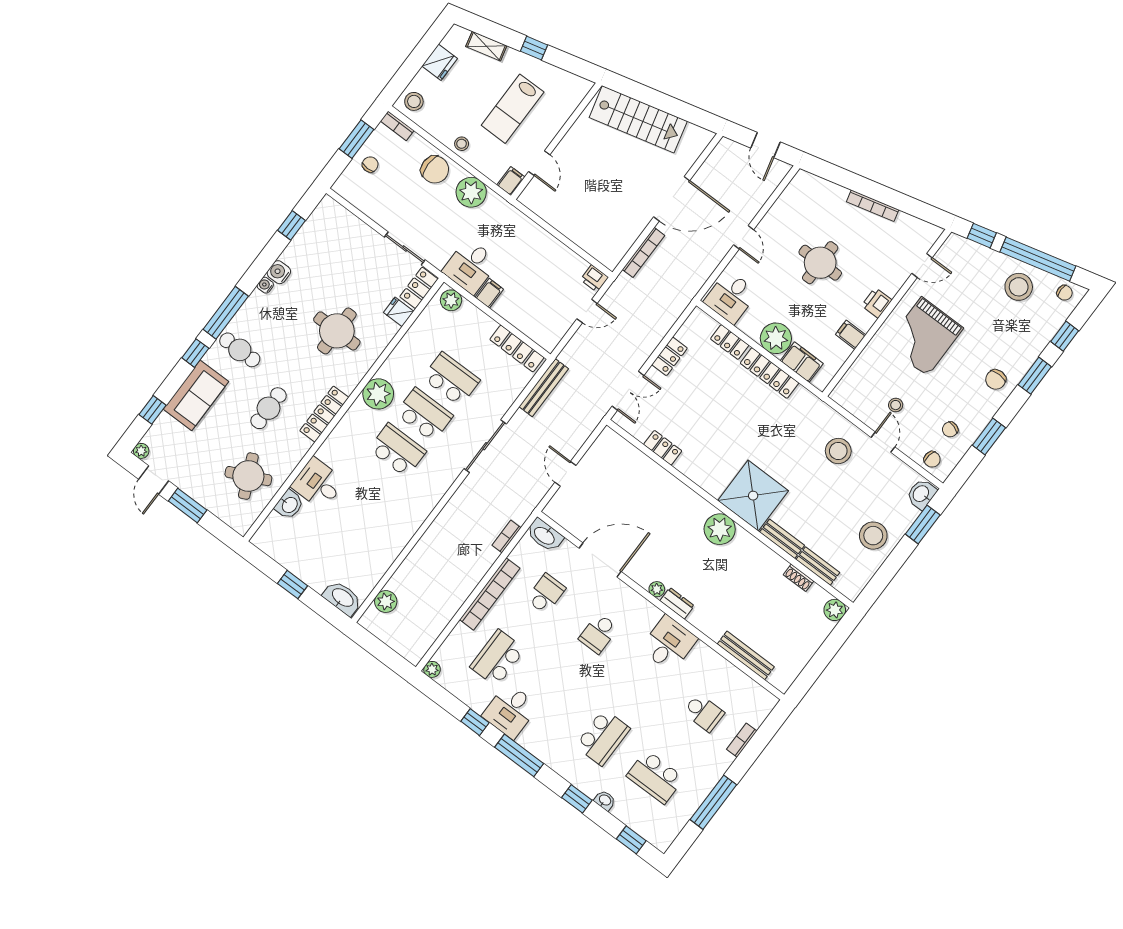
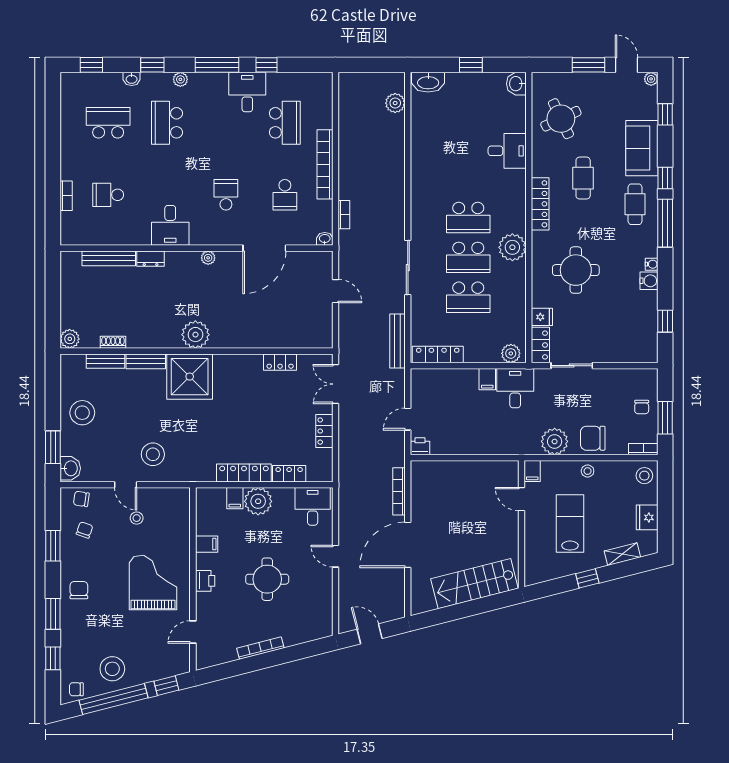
cafe table: (240, 350) -> (635, 204), turned 90
filing cabinet: (802, 362) -> (235, 498), width x0.50
washbasin: (289, 505) -> (516, 84), moved
washbasin: (545, 535) -> (325, 239), width x0.52, depth x0.69
dresser: (677, 603) -> (151, 259), moved
plant: (432, 669) -> (180, 79), moved
window: (713, 802) -> (53, 136), removed

